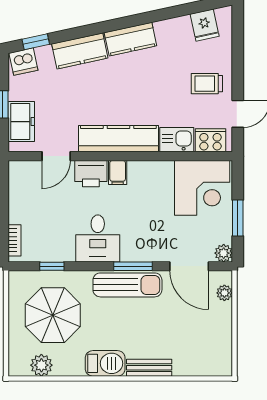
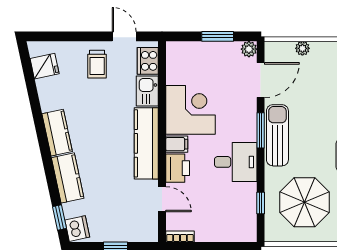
freezer: (21, 122) -> (131, 230), removed
corner desk: (202, 188) -> (190, 110), moved
bookcase: (14, 240) -> (180, 237), moved
plant: (224, 293) -> (302, 48), moved

